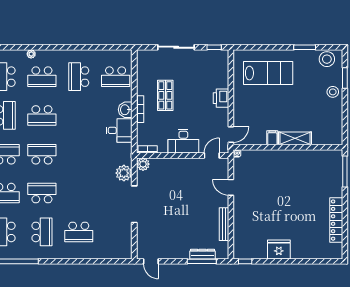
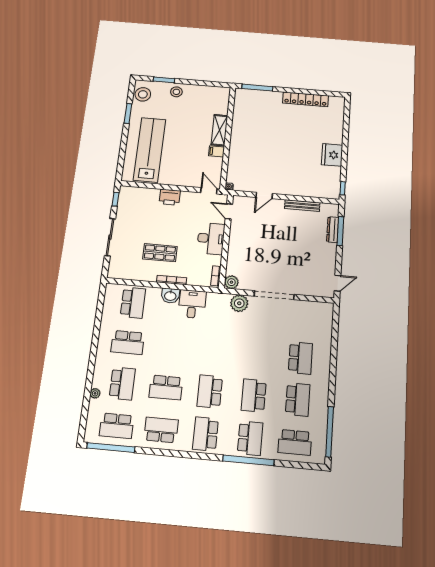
lab bench: (268, 73) -> (150, 150), width x1.36
school desk: (42, 115) -> (166, 387), turned 90
school desk: (42, 232) -> (298, 400), turned 90

